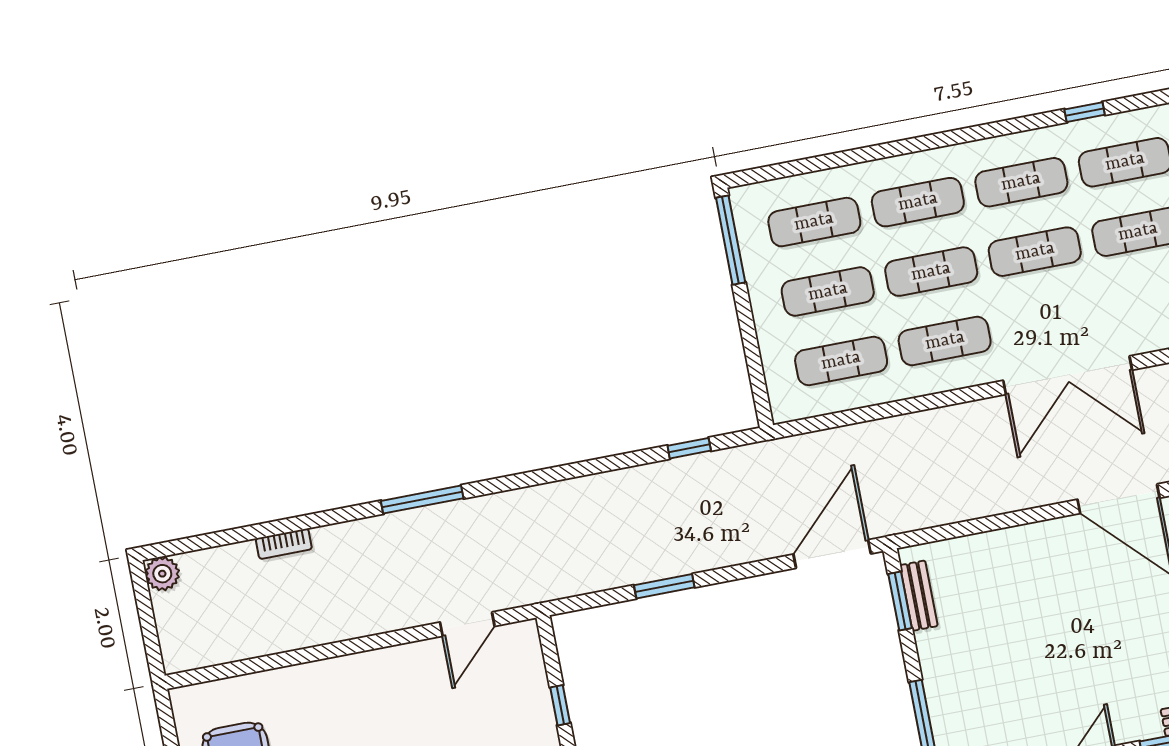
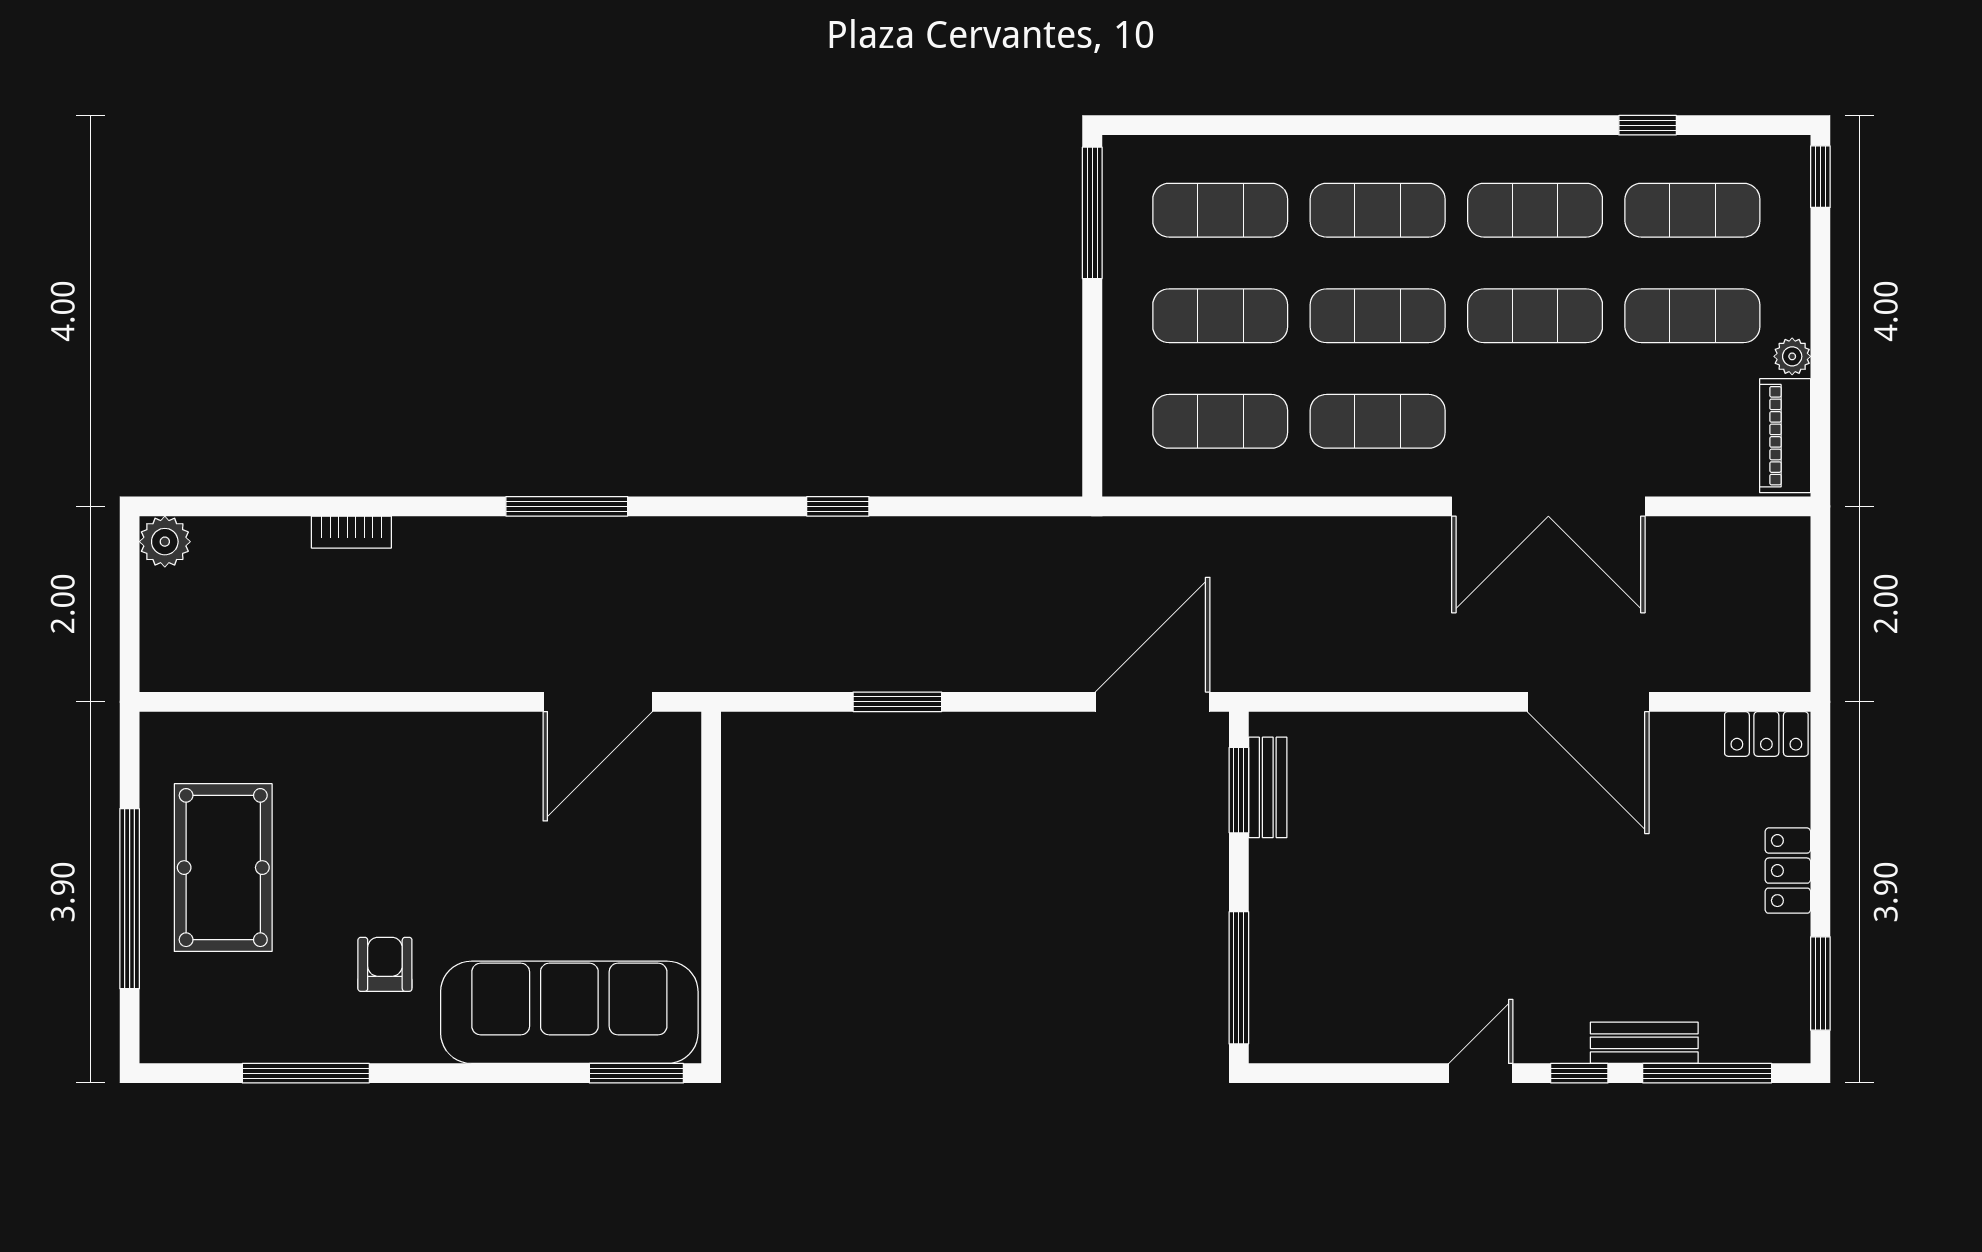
window: (689, 448) -> (838, 506), moved
door: (467, 624) -> (598, 702), width x1.36
window: (560, 705) -> (711, 847), removed

